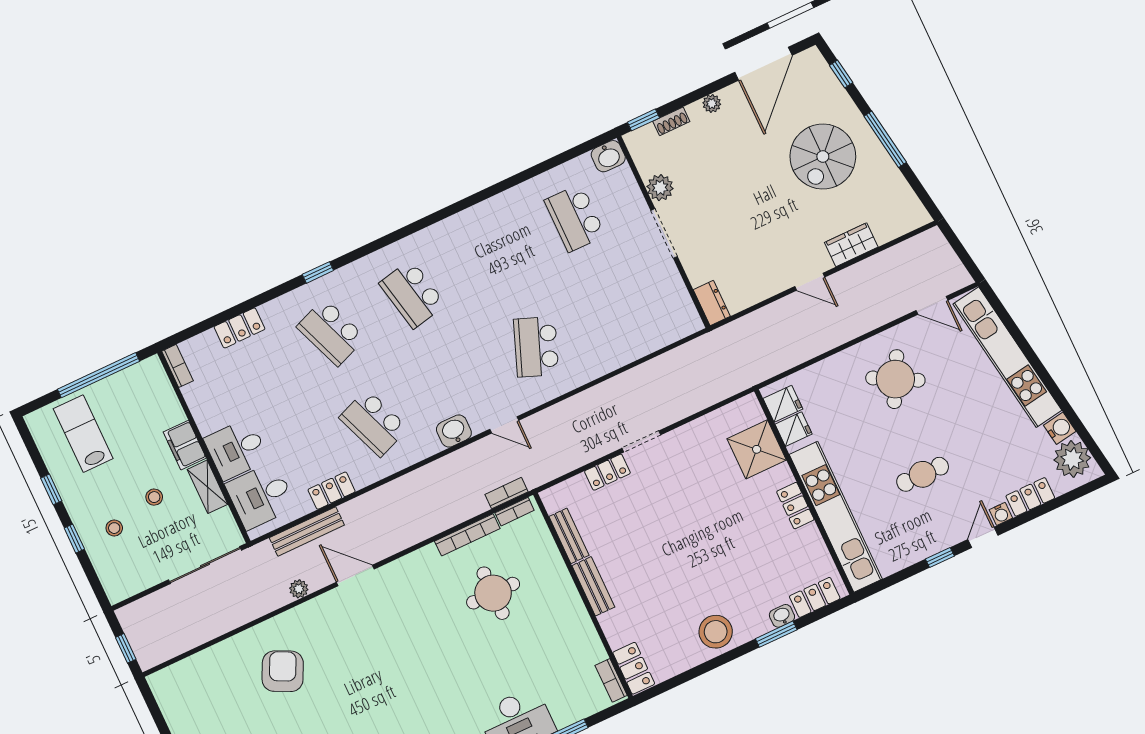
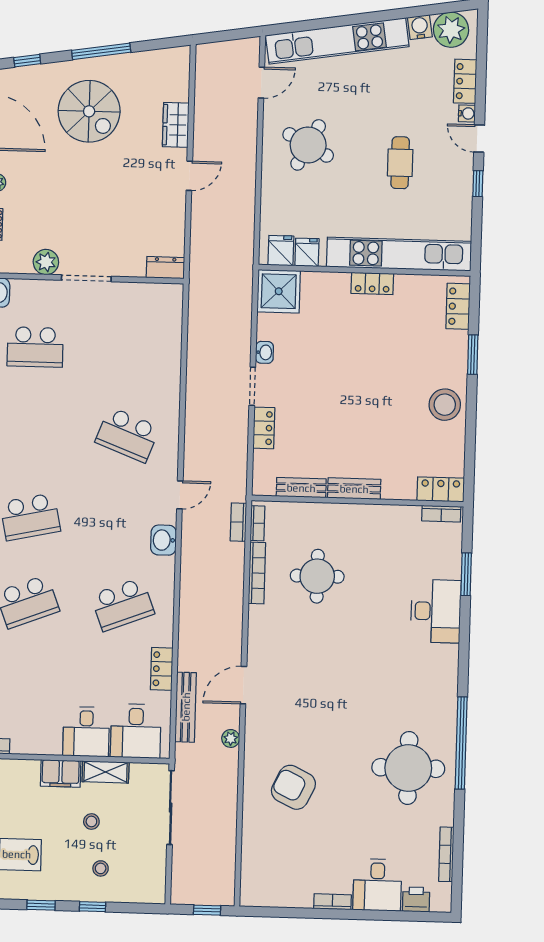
shower: (757, 449) -> (279, 291), moved
washbasin: (782, 616) -> (264, 352), moved, turned 180

